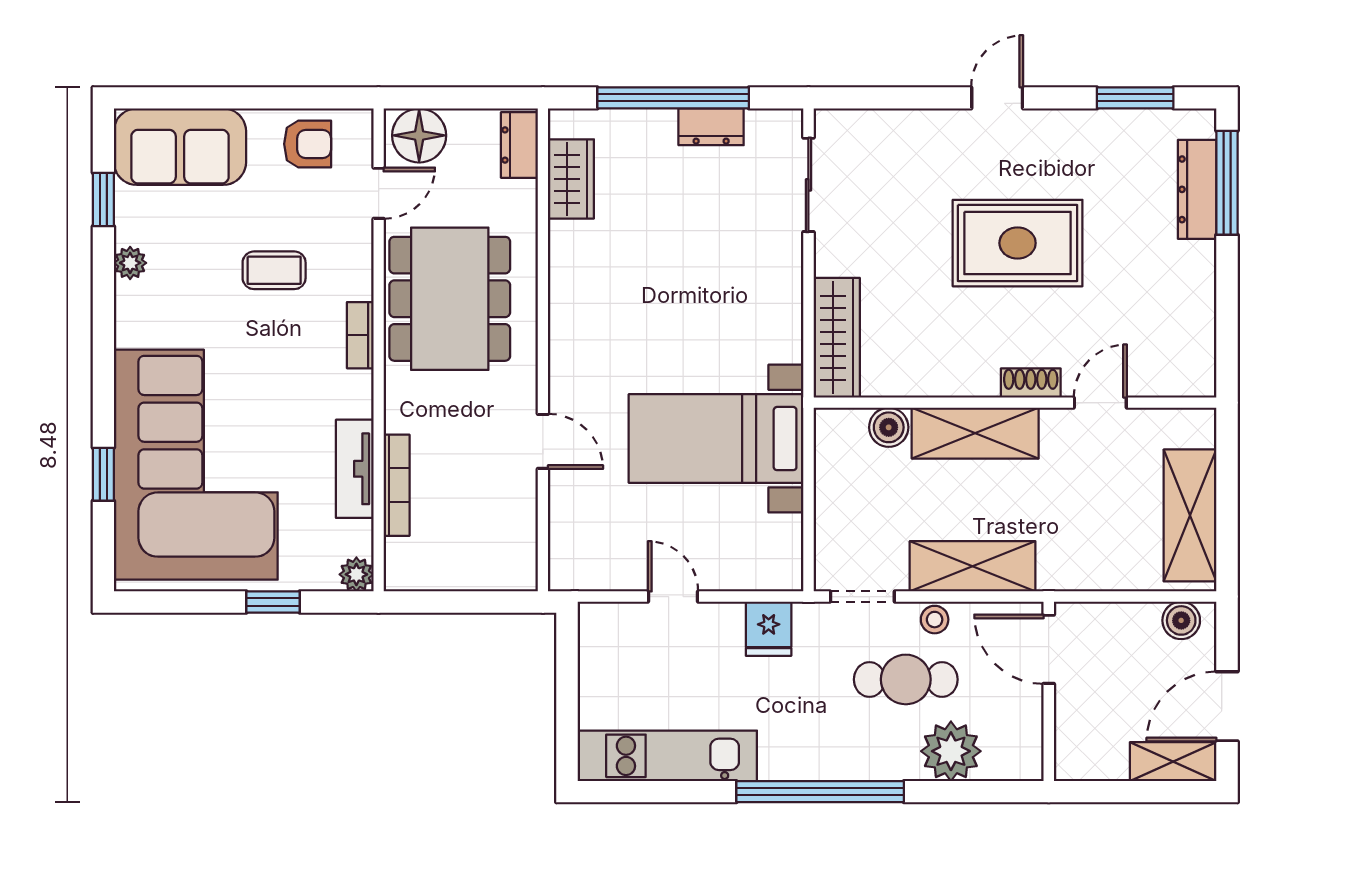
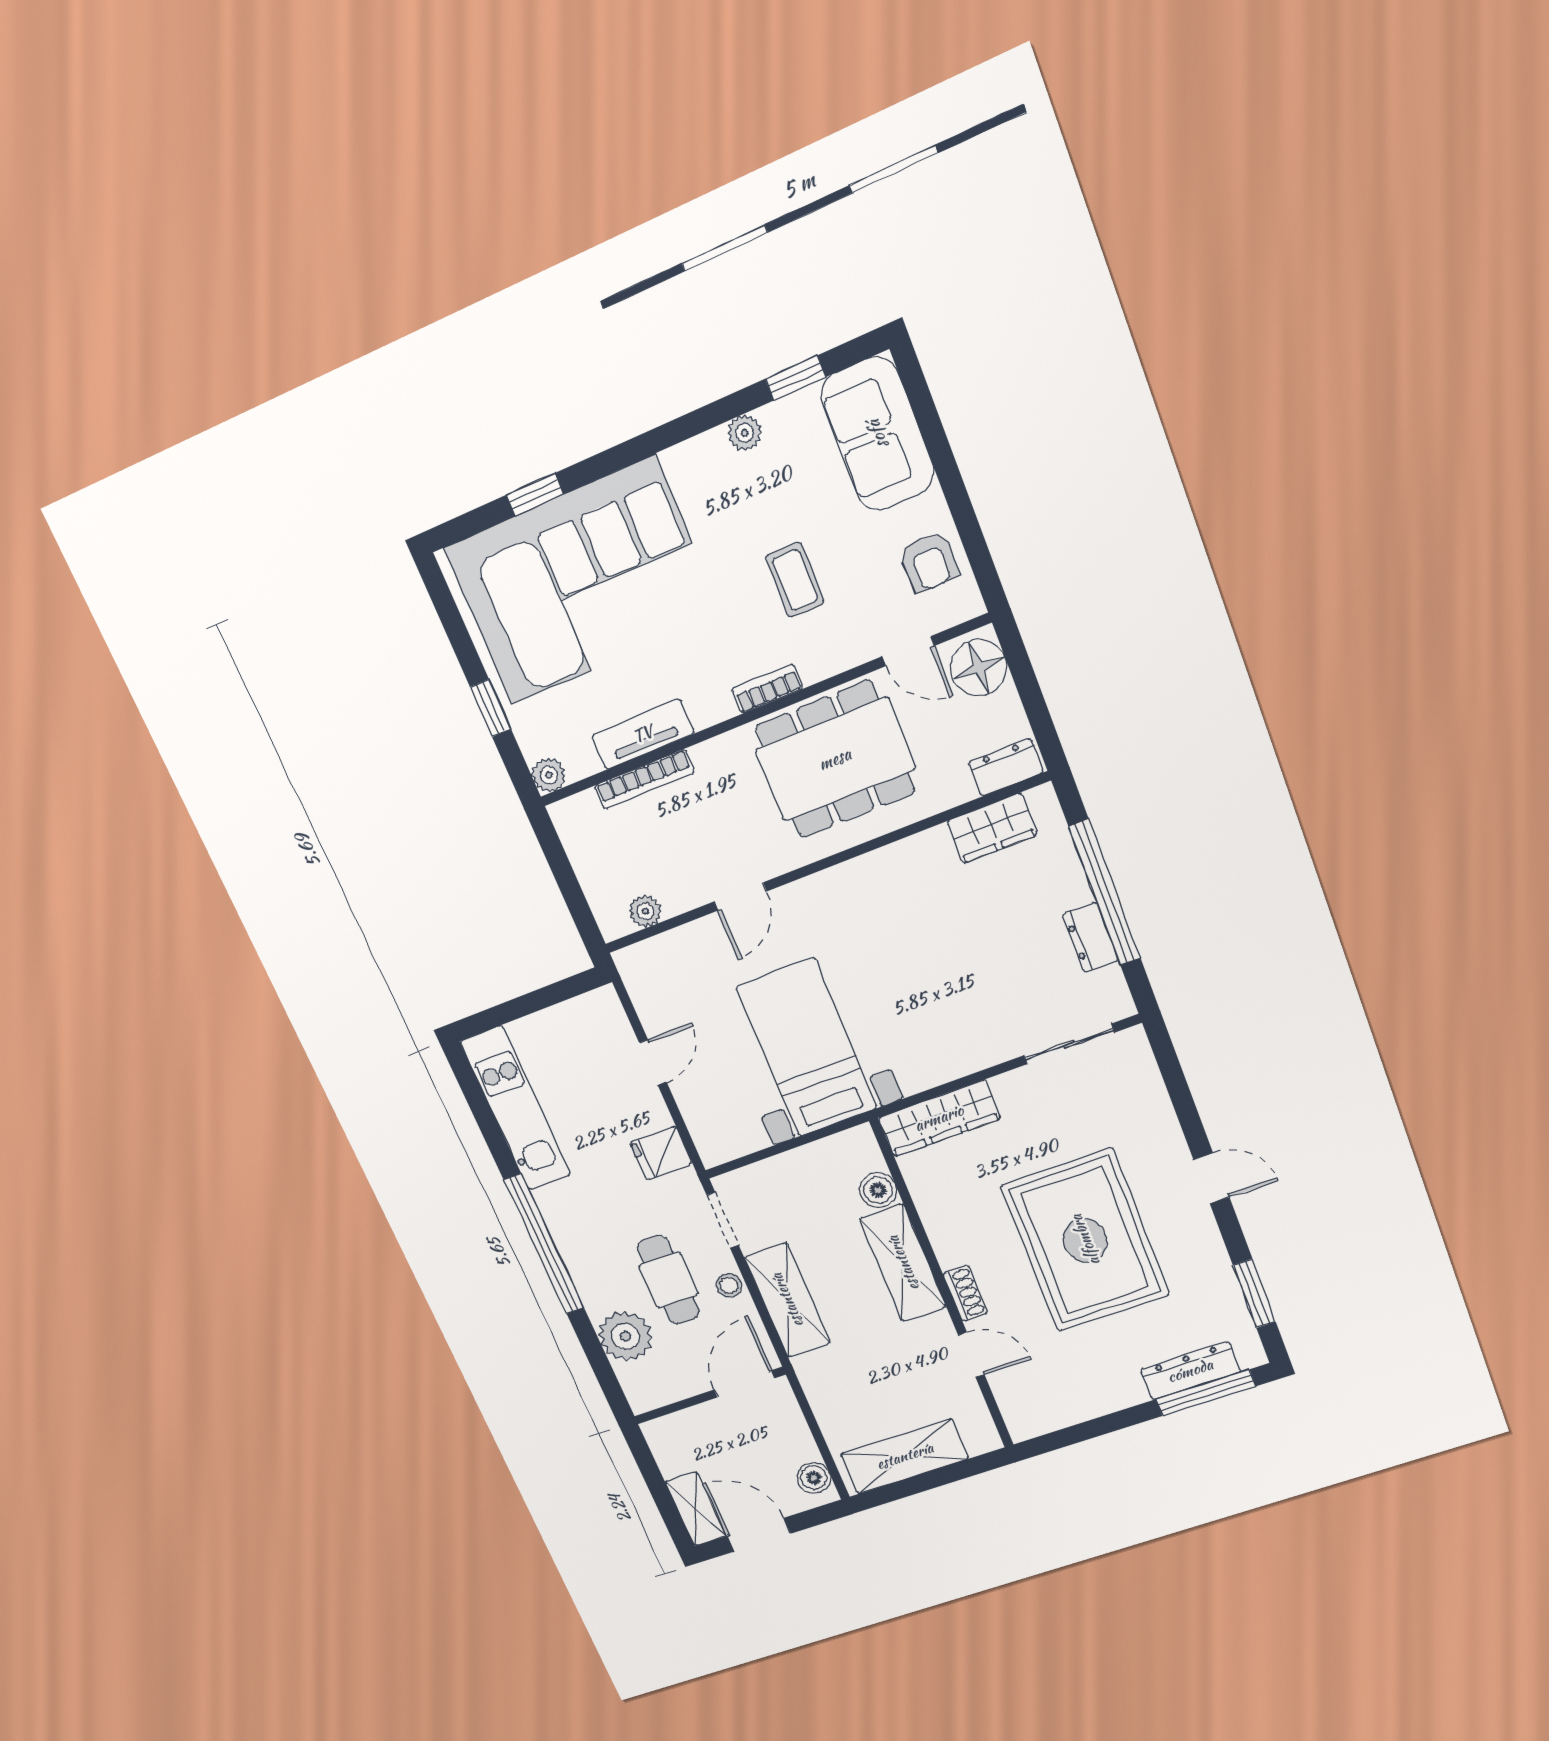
rug: (1018, 243) -> (1085, 1240), width x1.37, depth x1.44
plant: (521, 539) -> (645, 911), added

